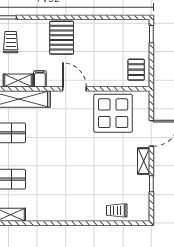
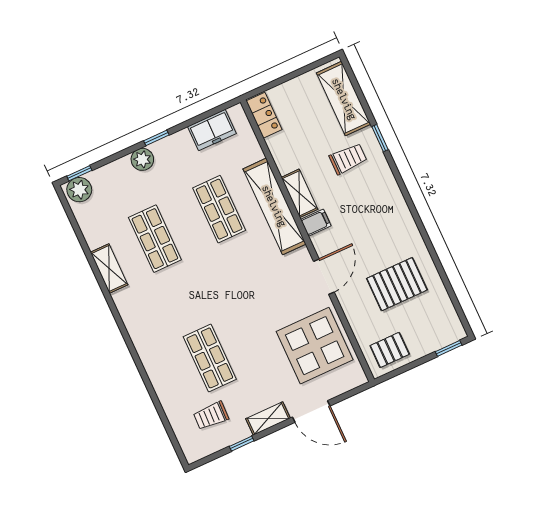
pallet: (62, 38) -> (397, 284), moved
shop shelf: (92, 179) -> (210, 358), added
trolley: (117, 210) -> (211, 416), moved, turned -88

